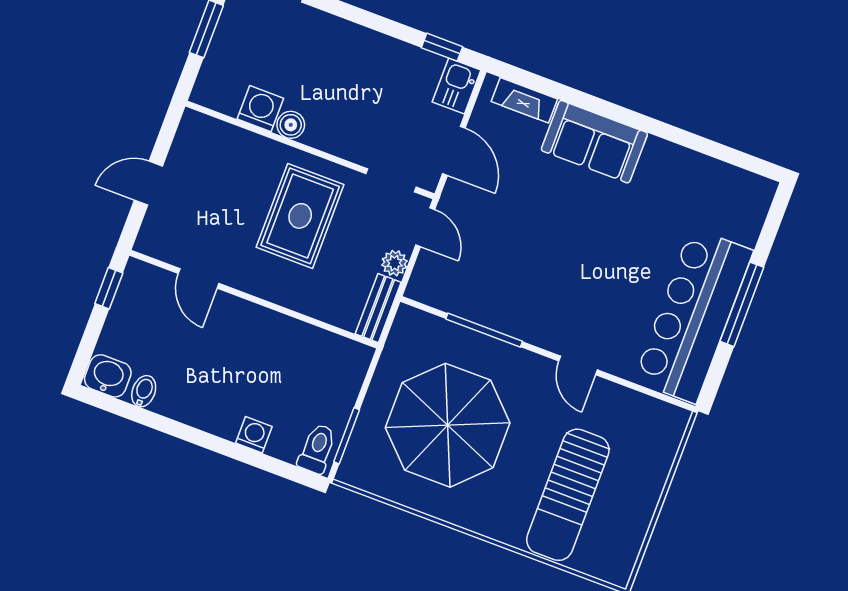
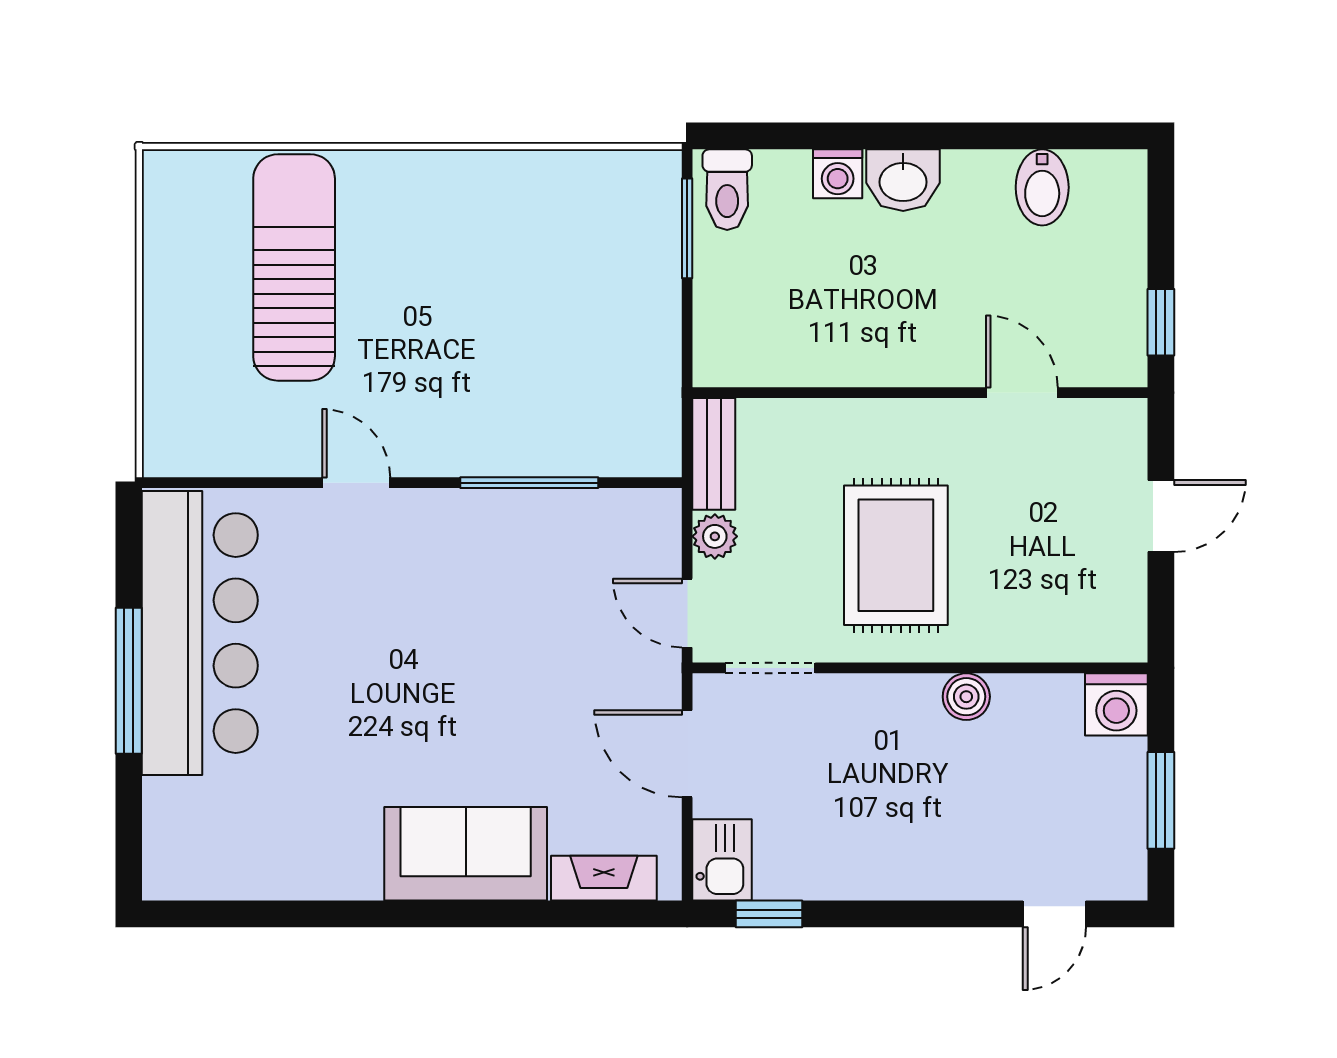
washing machine: (260, 109) -> (1116, 704), moved
washbasin: (108, 376) -> (903, 180), moved
bidet: (144, 391) -> (1042, 187), width x1.38, depth x1.36
parasol: (448, 425) -> (531, 307), removed

